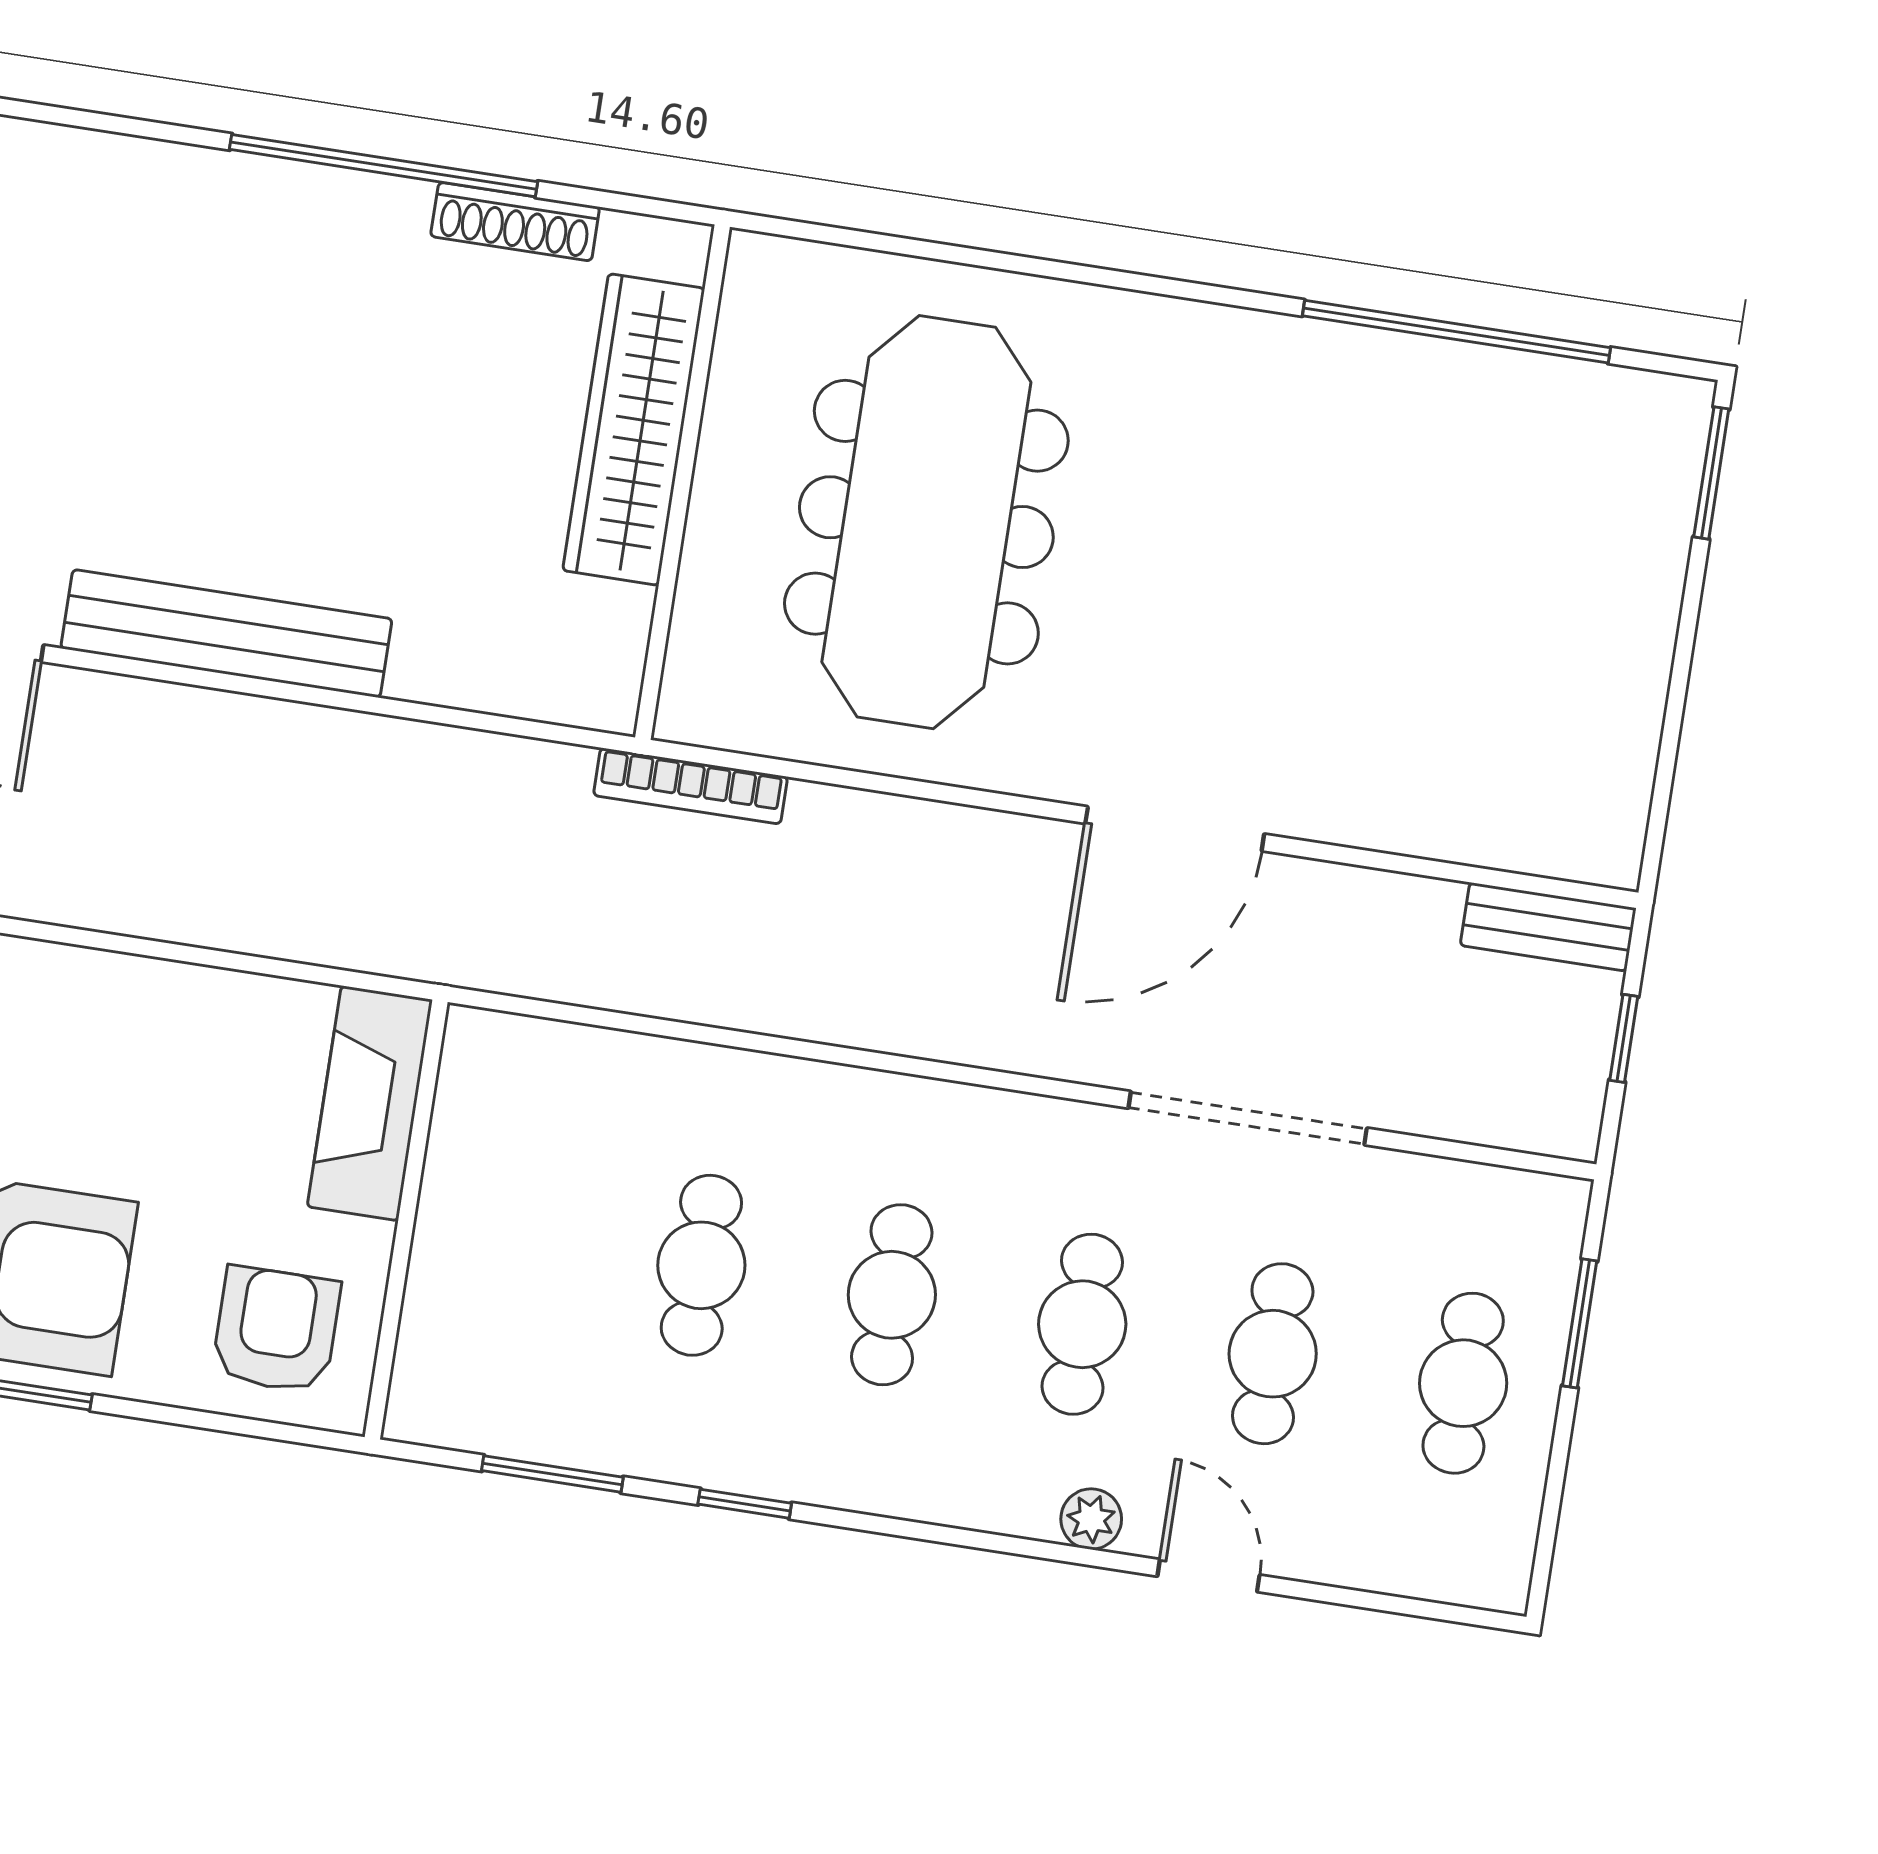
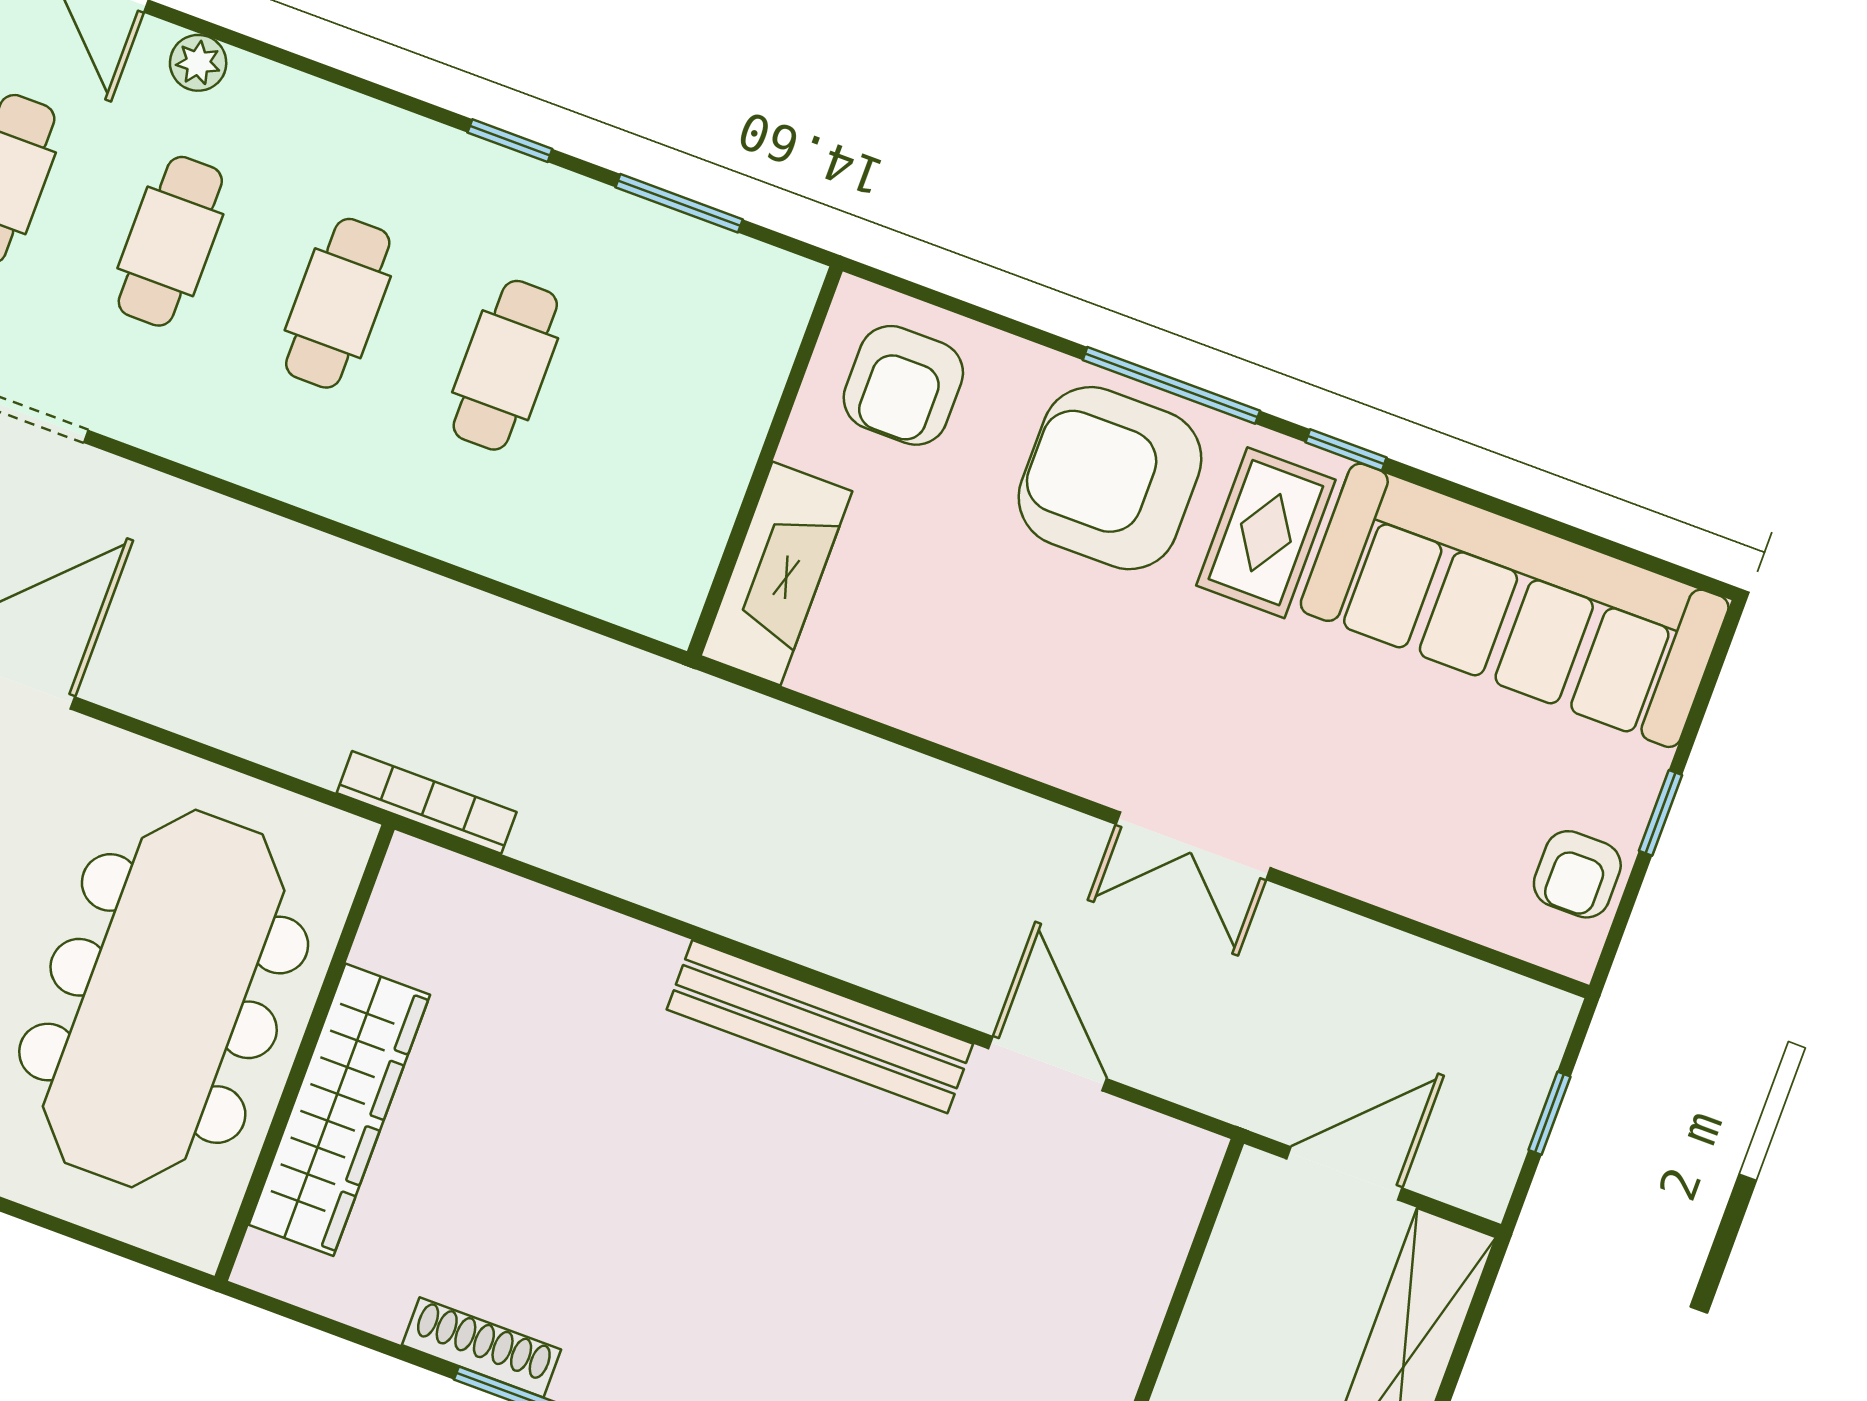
wardrobe: (634, 429) -> (339, 1110), moved
wall: (683, 482) -> (305, 1053), moved

